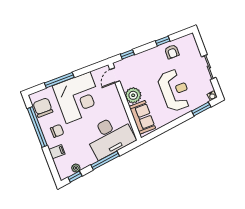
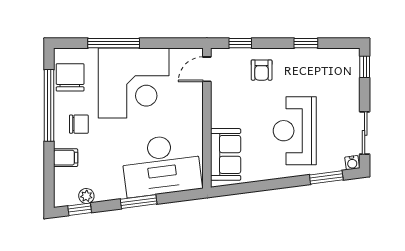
window: (199, 42) -> (365, 67), added
armchair: (172, 52) -> (262, 70), moved
sliding door: (209, 67) -> (365, 133), moved
reception desk: (175, 90) -> (295, 131), turned 180
plant: (133, 95) -> (224, 113), removed
window: (105, 160) -> (139, 202), width x0.69

